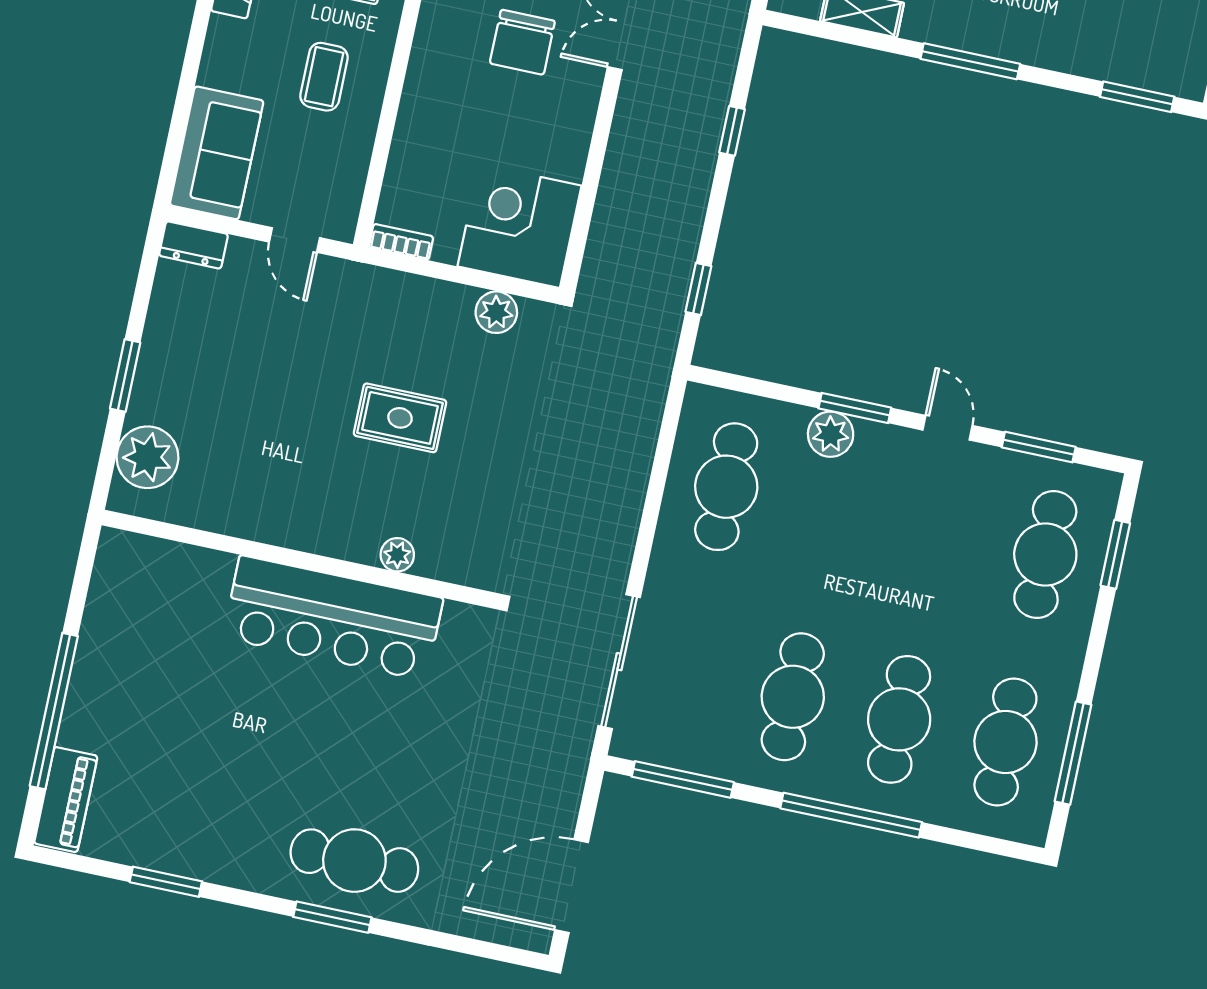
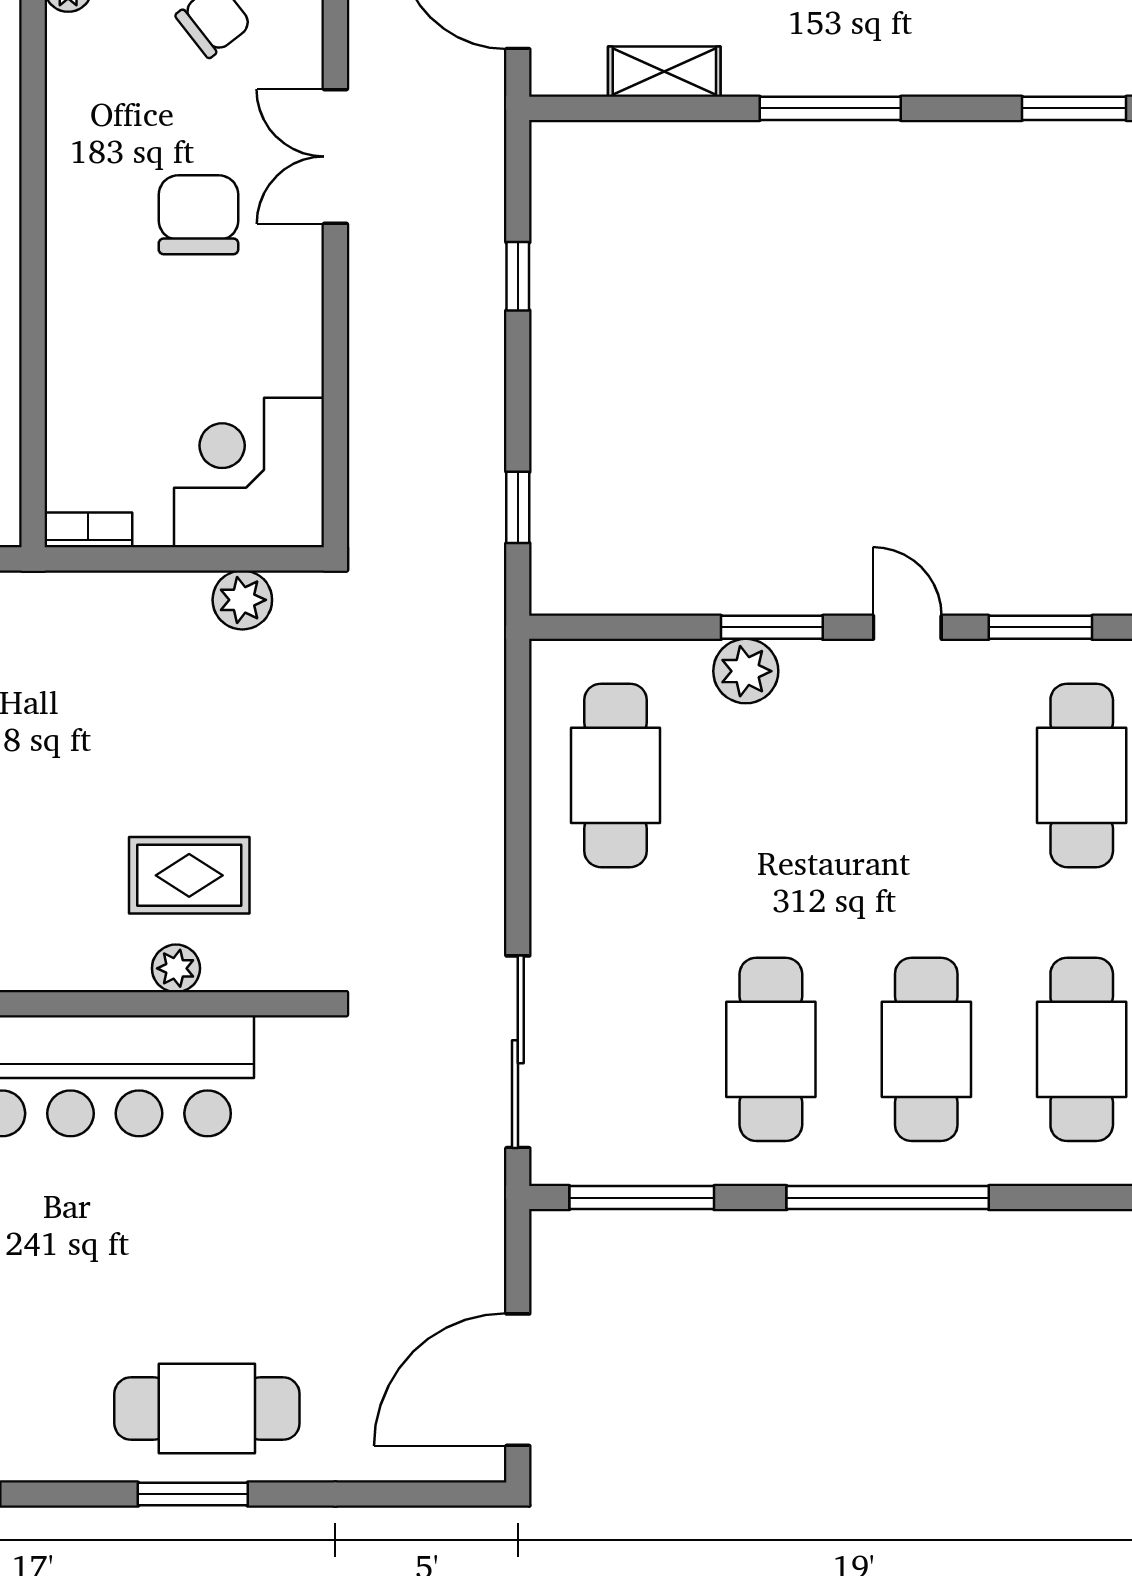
chair: (522, 42) -> (198, 215), turned 180
rug: (400, 418) -> (189, 875), moved

